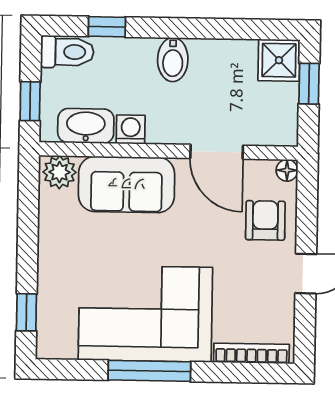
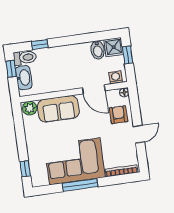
bidet: (173, 60) -> (98, 50), moved
window: (30, 101) -> (11, 69), moved
washbasin: (86, 126) -> (24, 78), moved, turned 90
washing machine: (131, 129) -> (116, 77), moved

